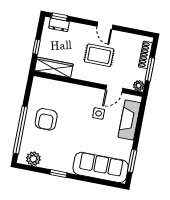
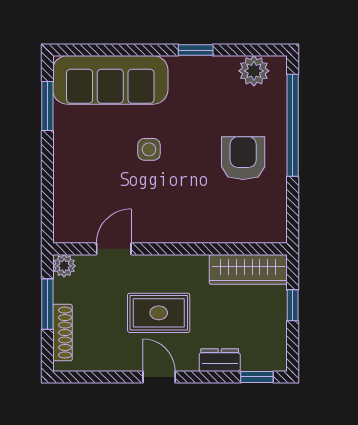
dresser: (59, 25) -> (220, 360), moved
side table: (99, 113) -> (149, 149), moved
fireplace: (129, 120) -> (70, 190), removed

